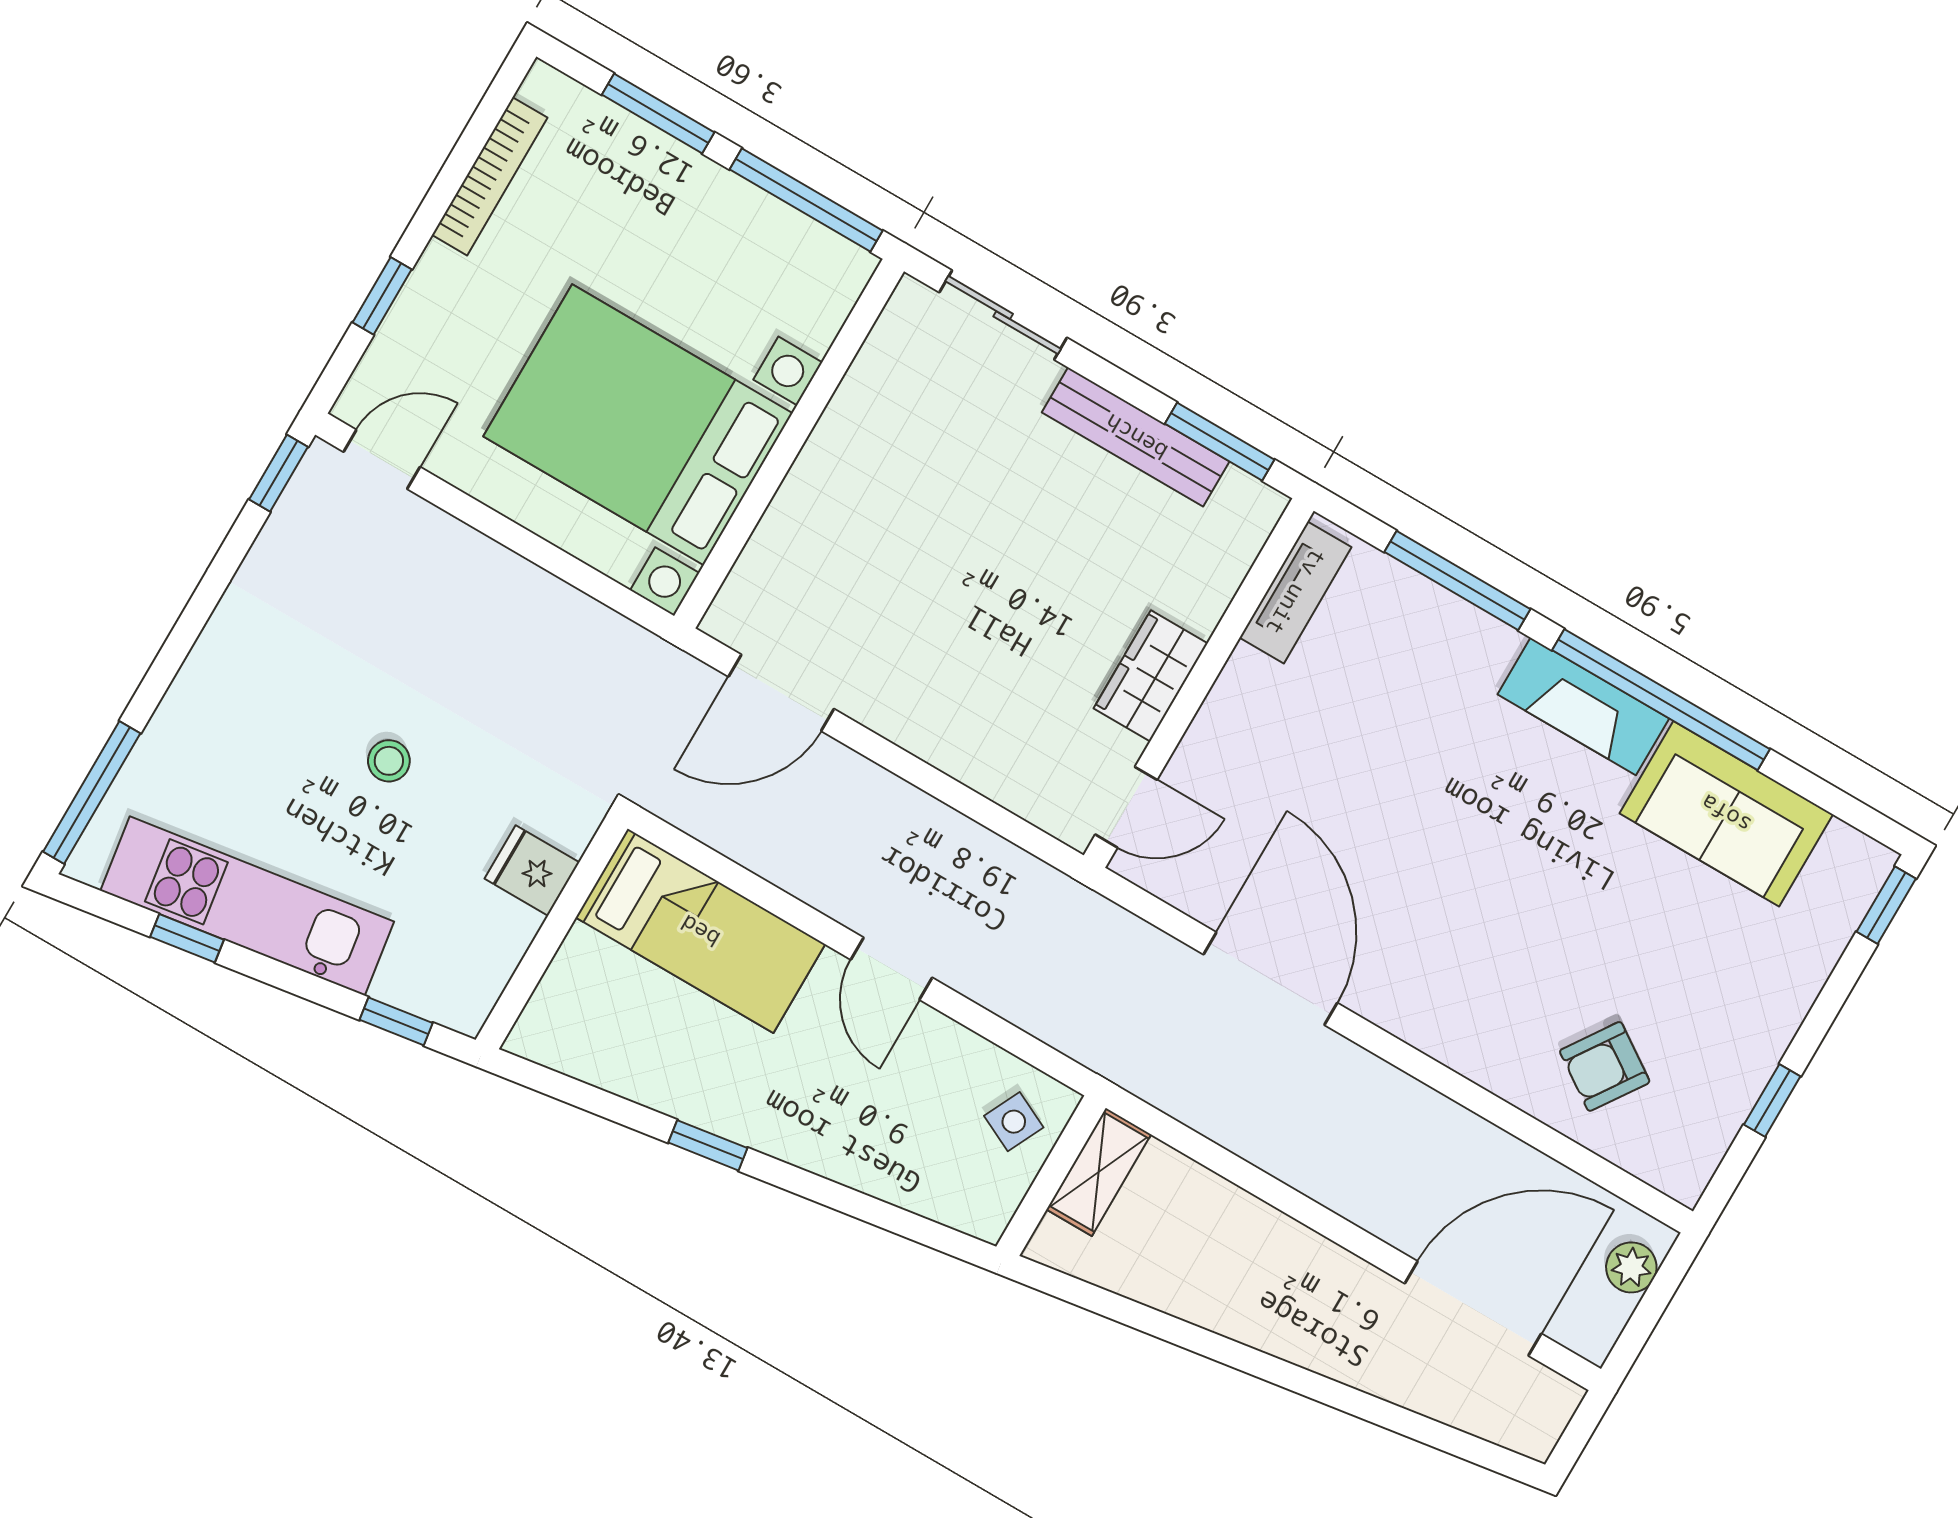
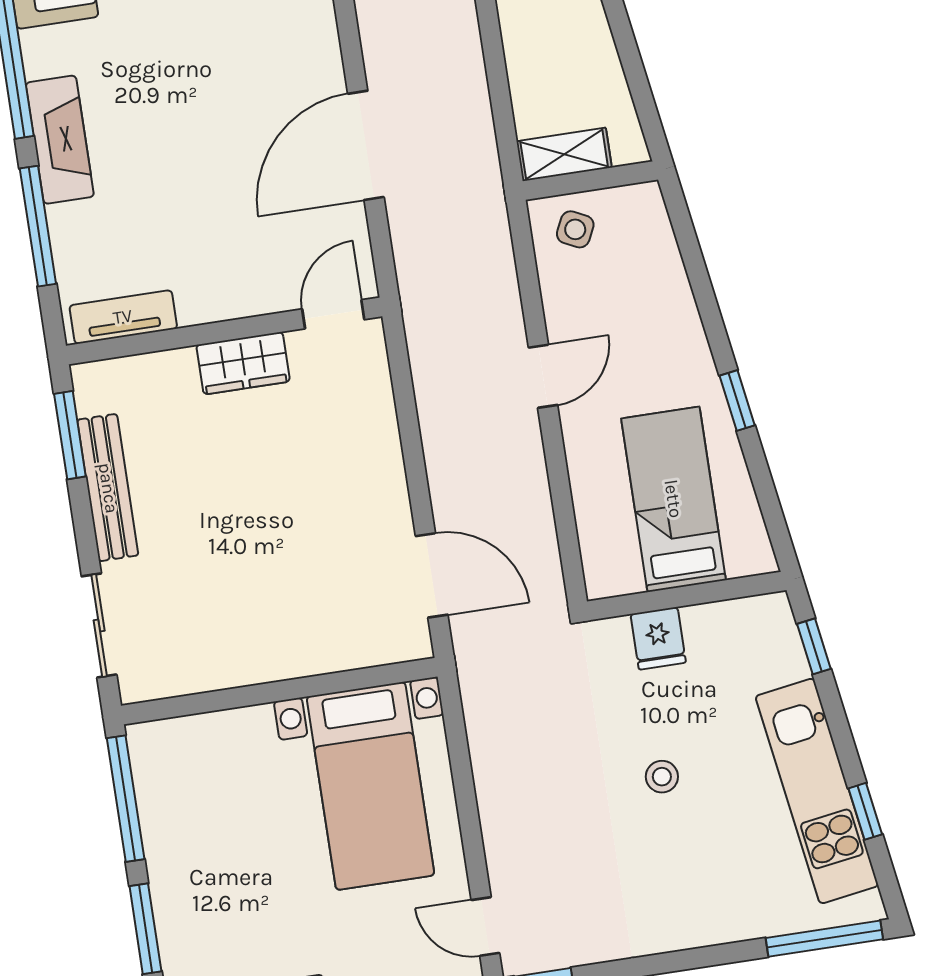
bed with nightstands: (638, 425) -> (371, 786), width x0.73
fireplace: (1583, 706) -> (60, 140), moved
door: (1126, 807) -> (333, 314), hinge flipped
bed: (700, 931) -> (673, 499), moved

